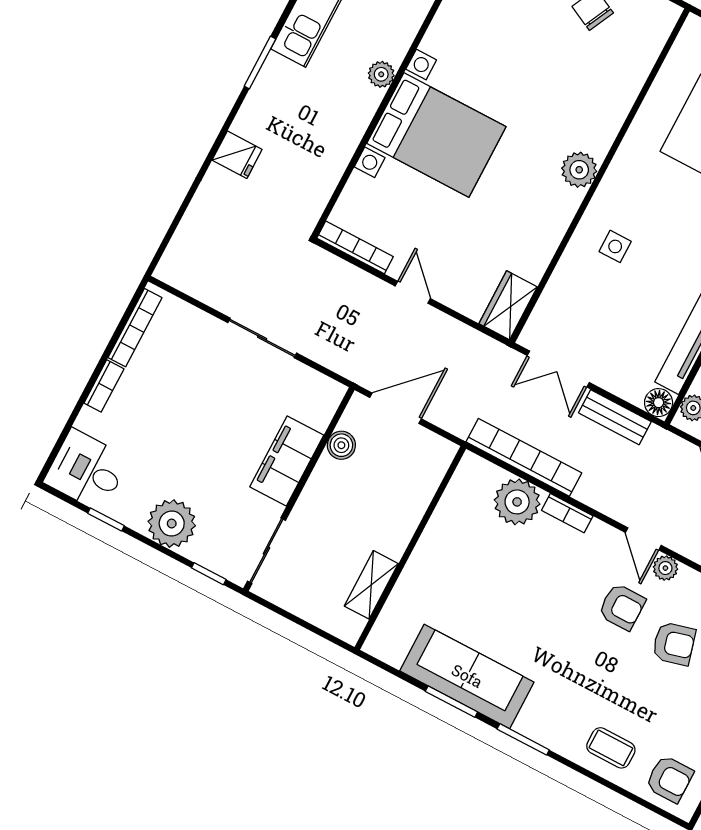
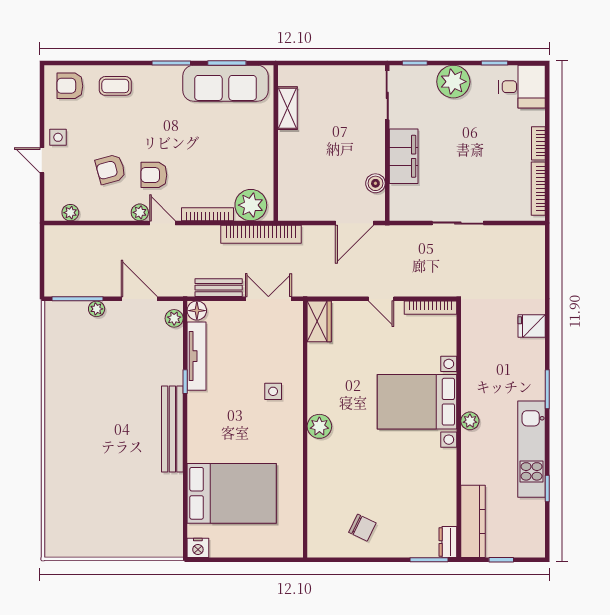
bookcase: (567, 513) -> (208, 214), width x1.56
wall: (410, 548) -> (276, 143), moved
shelving: (371, 585) -> (287, 108), moved

